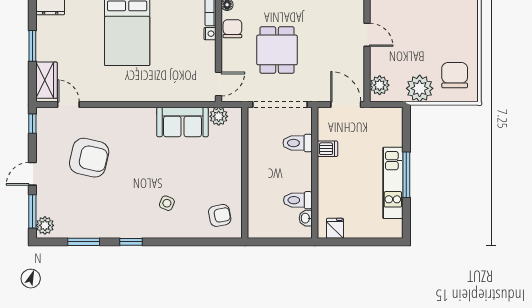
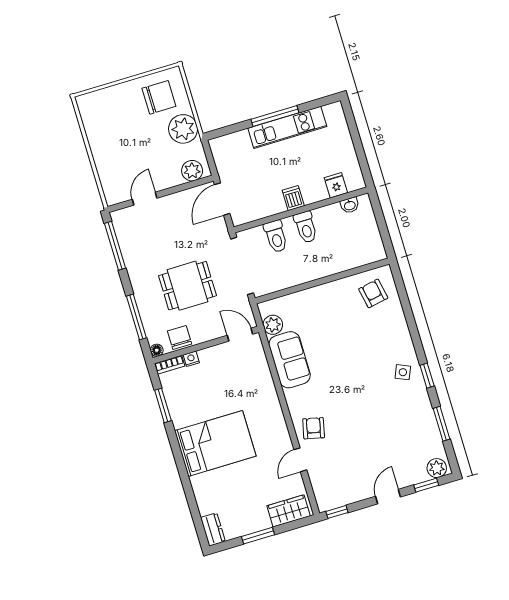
chair: (232, 29) -> (179, 337), turned 90
chair: (455, 75) -> (159, 97), turned 180
door: (68, 105) -> (300, 460), moved
dishwasher: (327, 149) -> (293, 198), moved
armchair: (89, 158) -> (314, 428), moved, width x0.53, depth x0.53
door: (32, 174) -> (388, 497), swing flipped
toilet: (298, 200) -> (306, 227), moved
side table: (167, 203) -> (403, 372), moved
window: (32, 211) -> (426, 485), width x0.67
fridge: (335, 228) -> (336, 185), moved, turned 90

